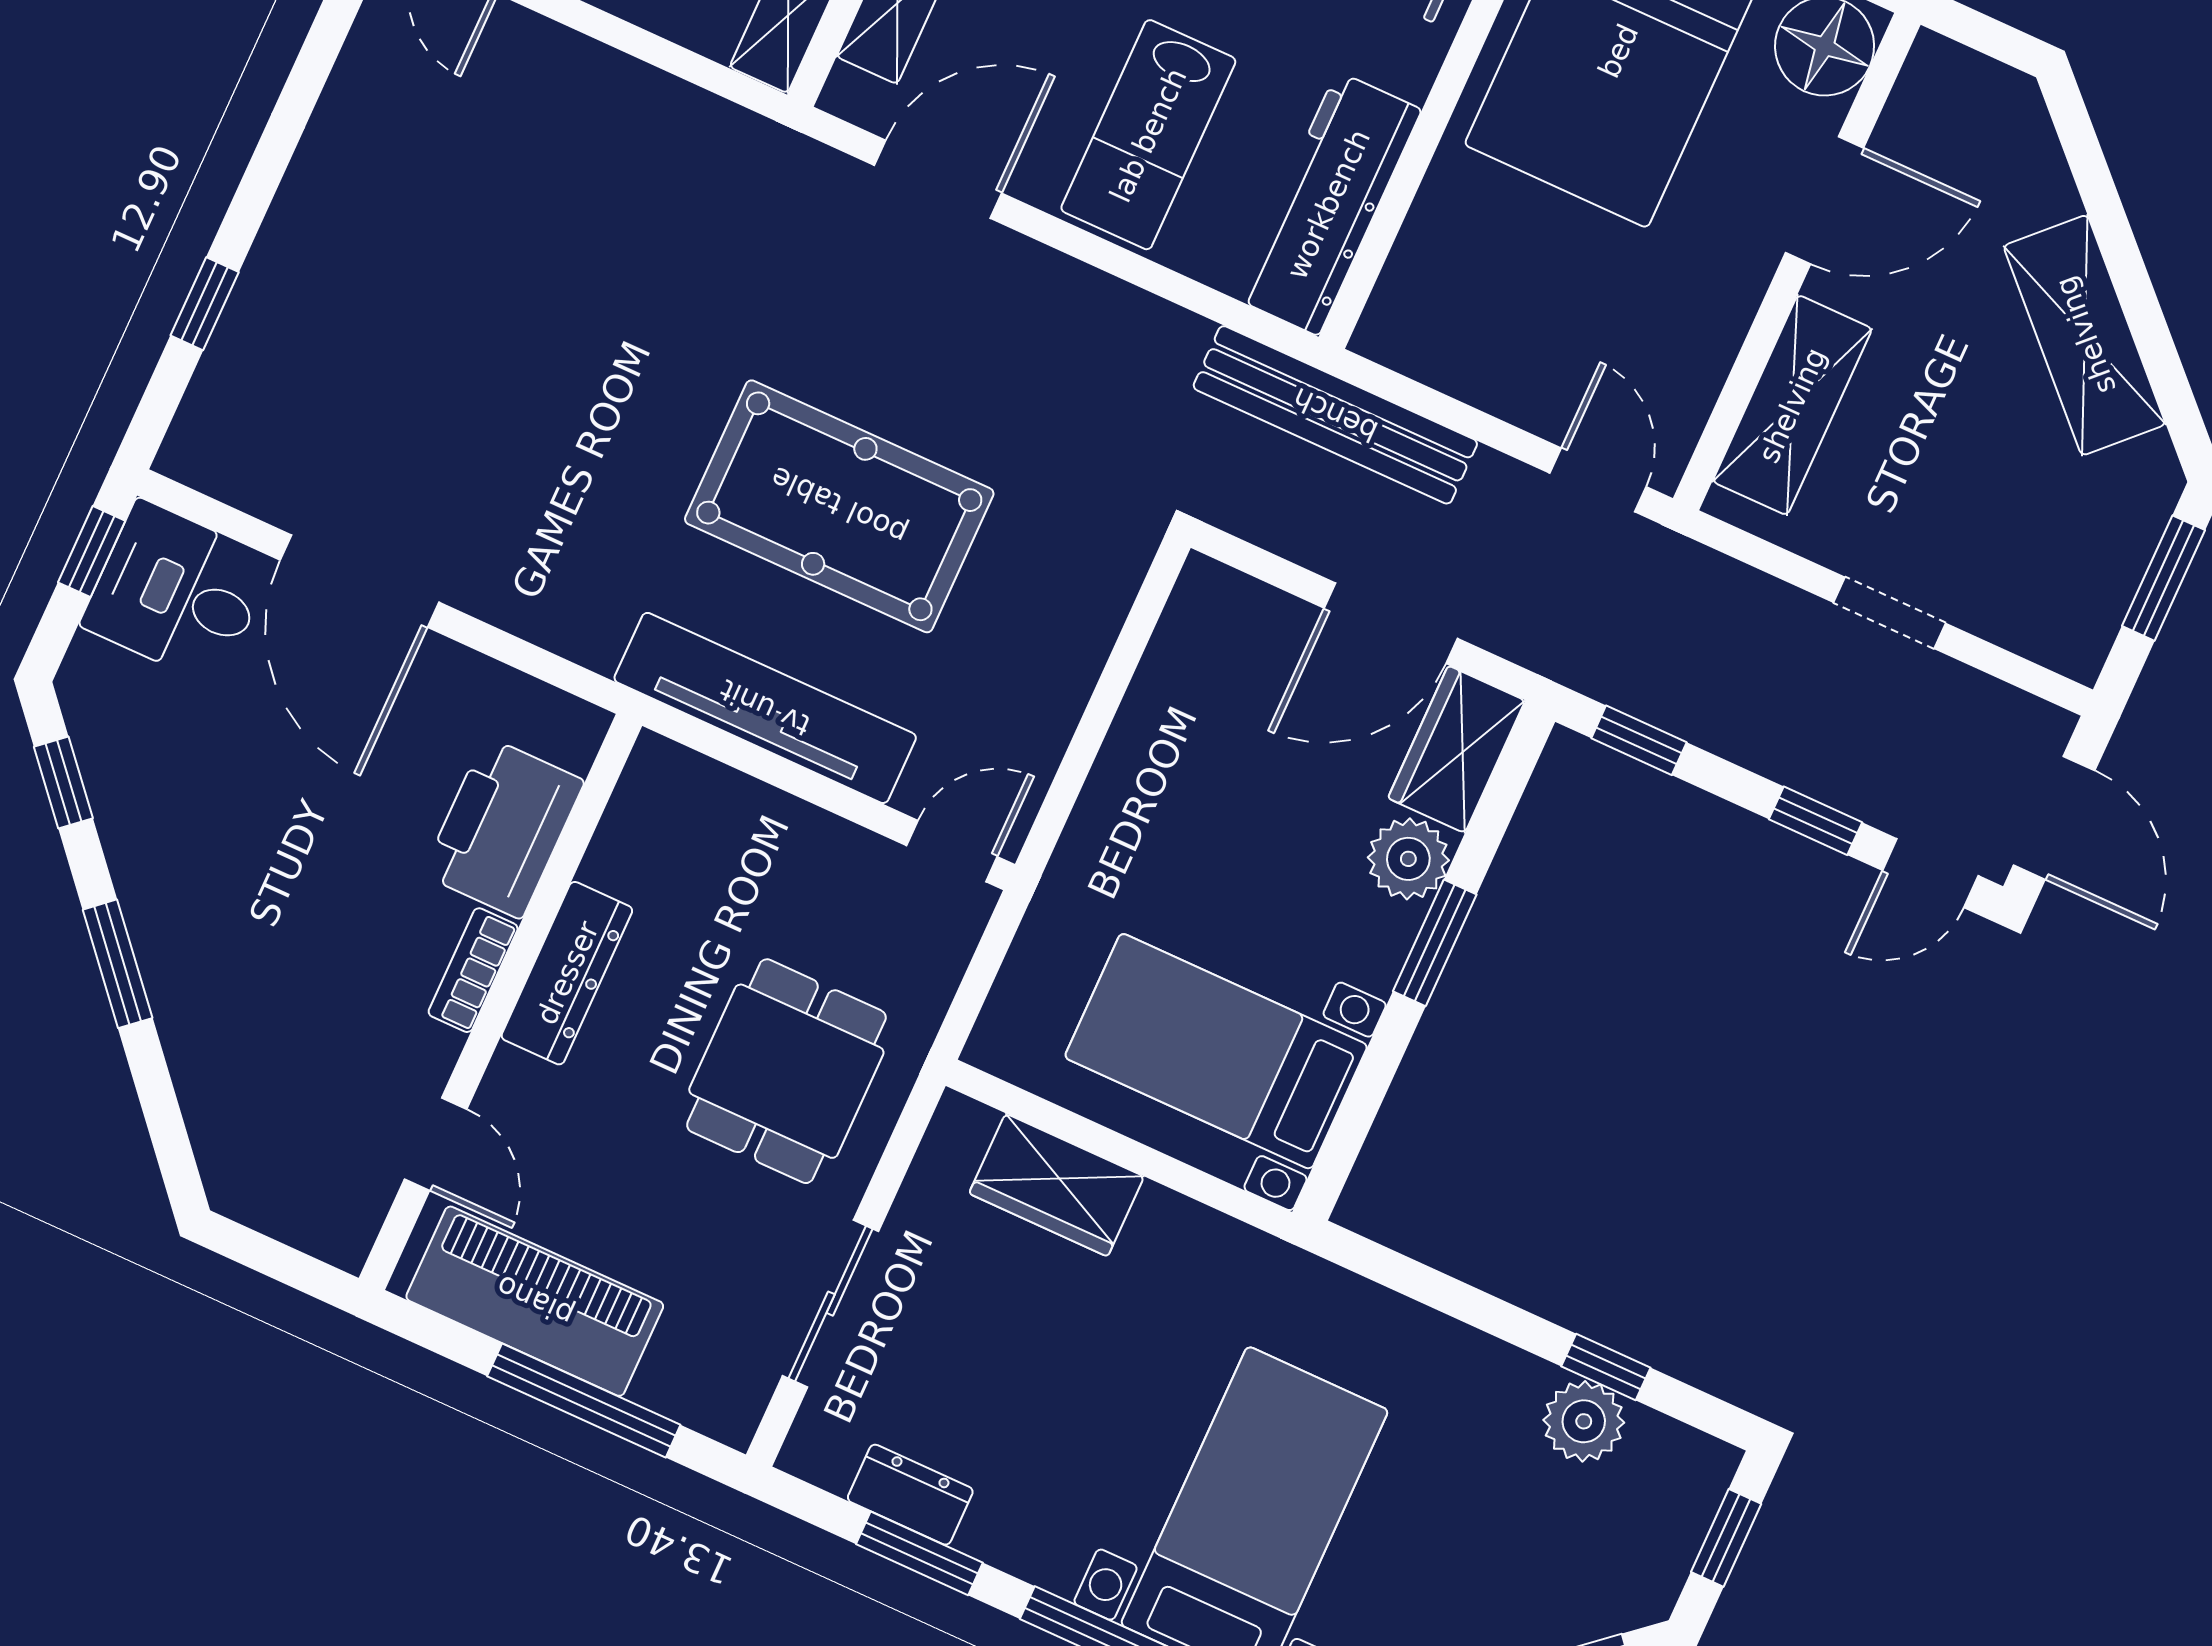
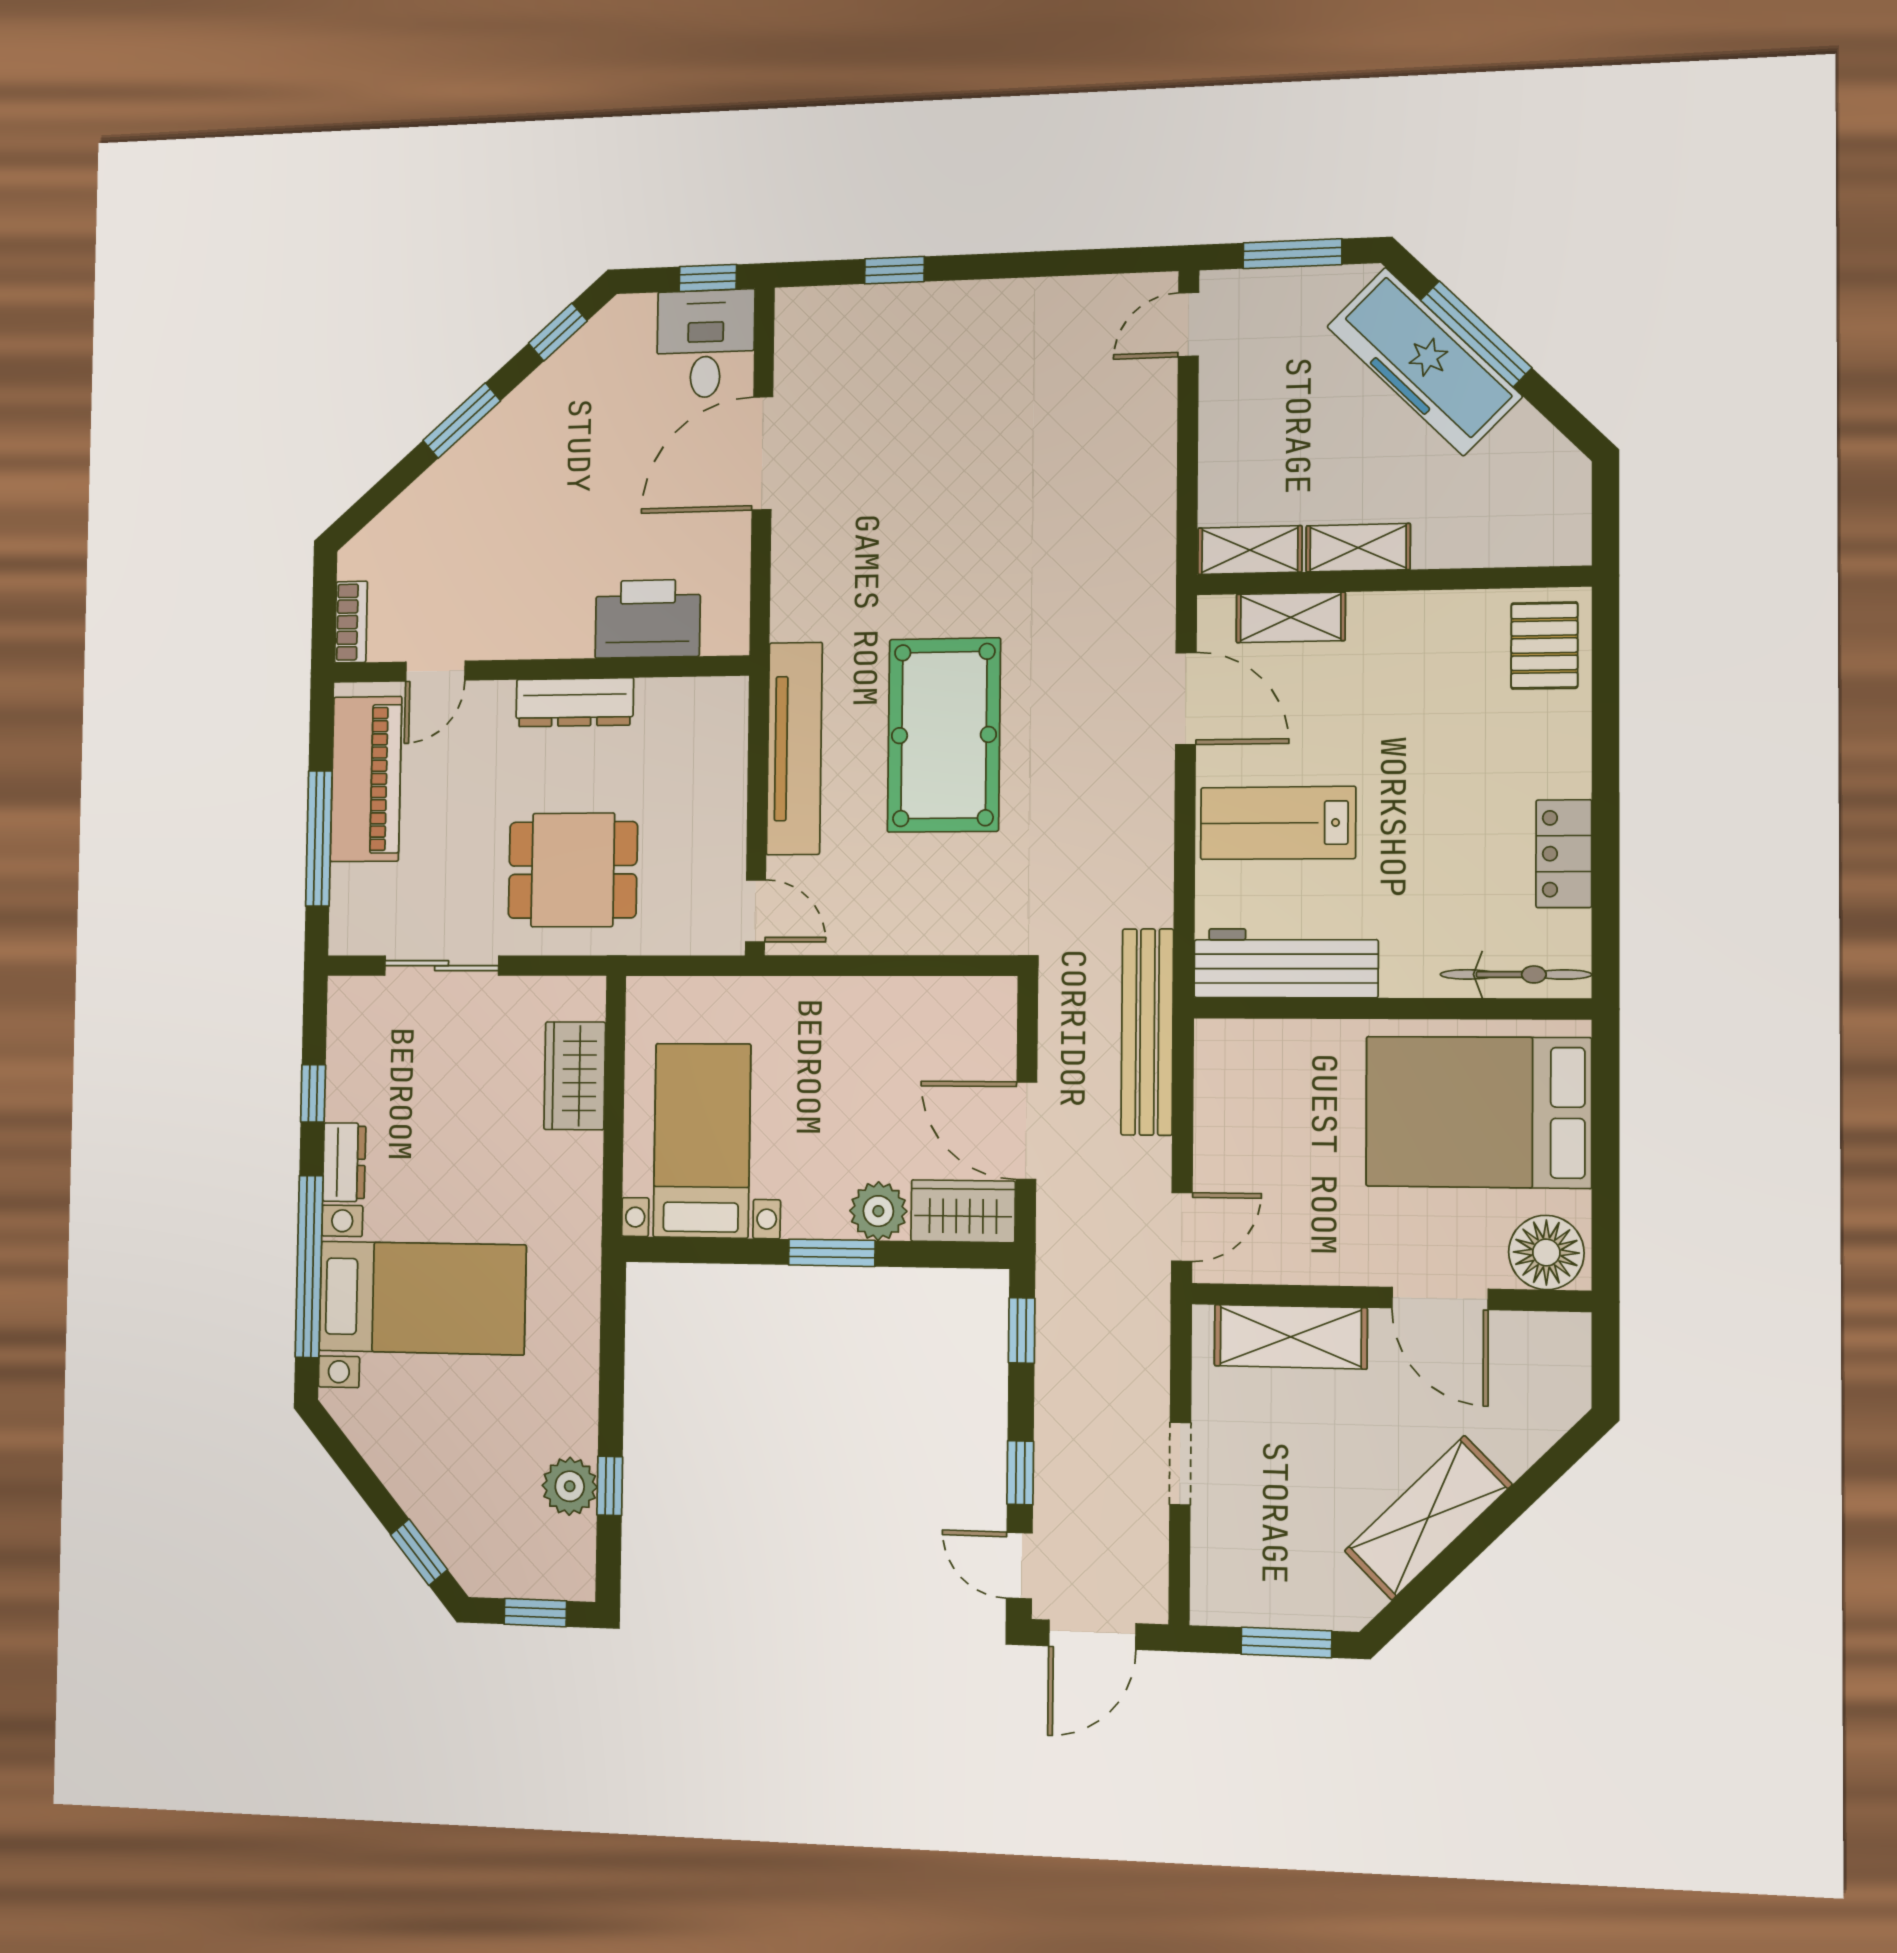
bookcase: (473, 970) -> (351, 622), moved, turned 90
dresser: (910, 1495) -> (344, 1162), moved
window: (919, 1553) -> (313, 1093), width x0.67

